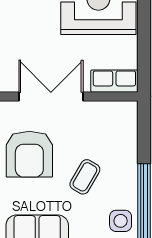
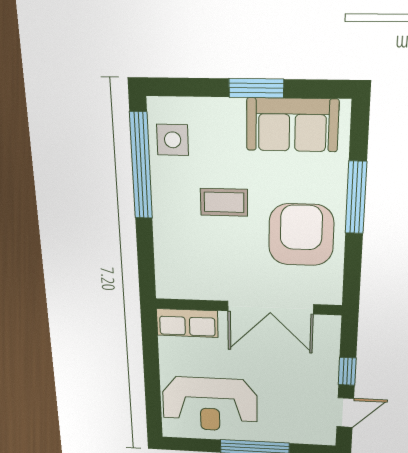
coffee table: (85, 177) -> (224, 202), turned 60

